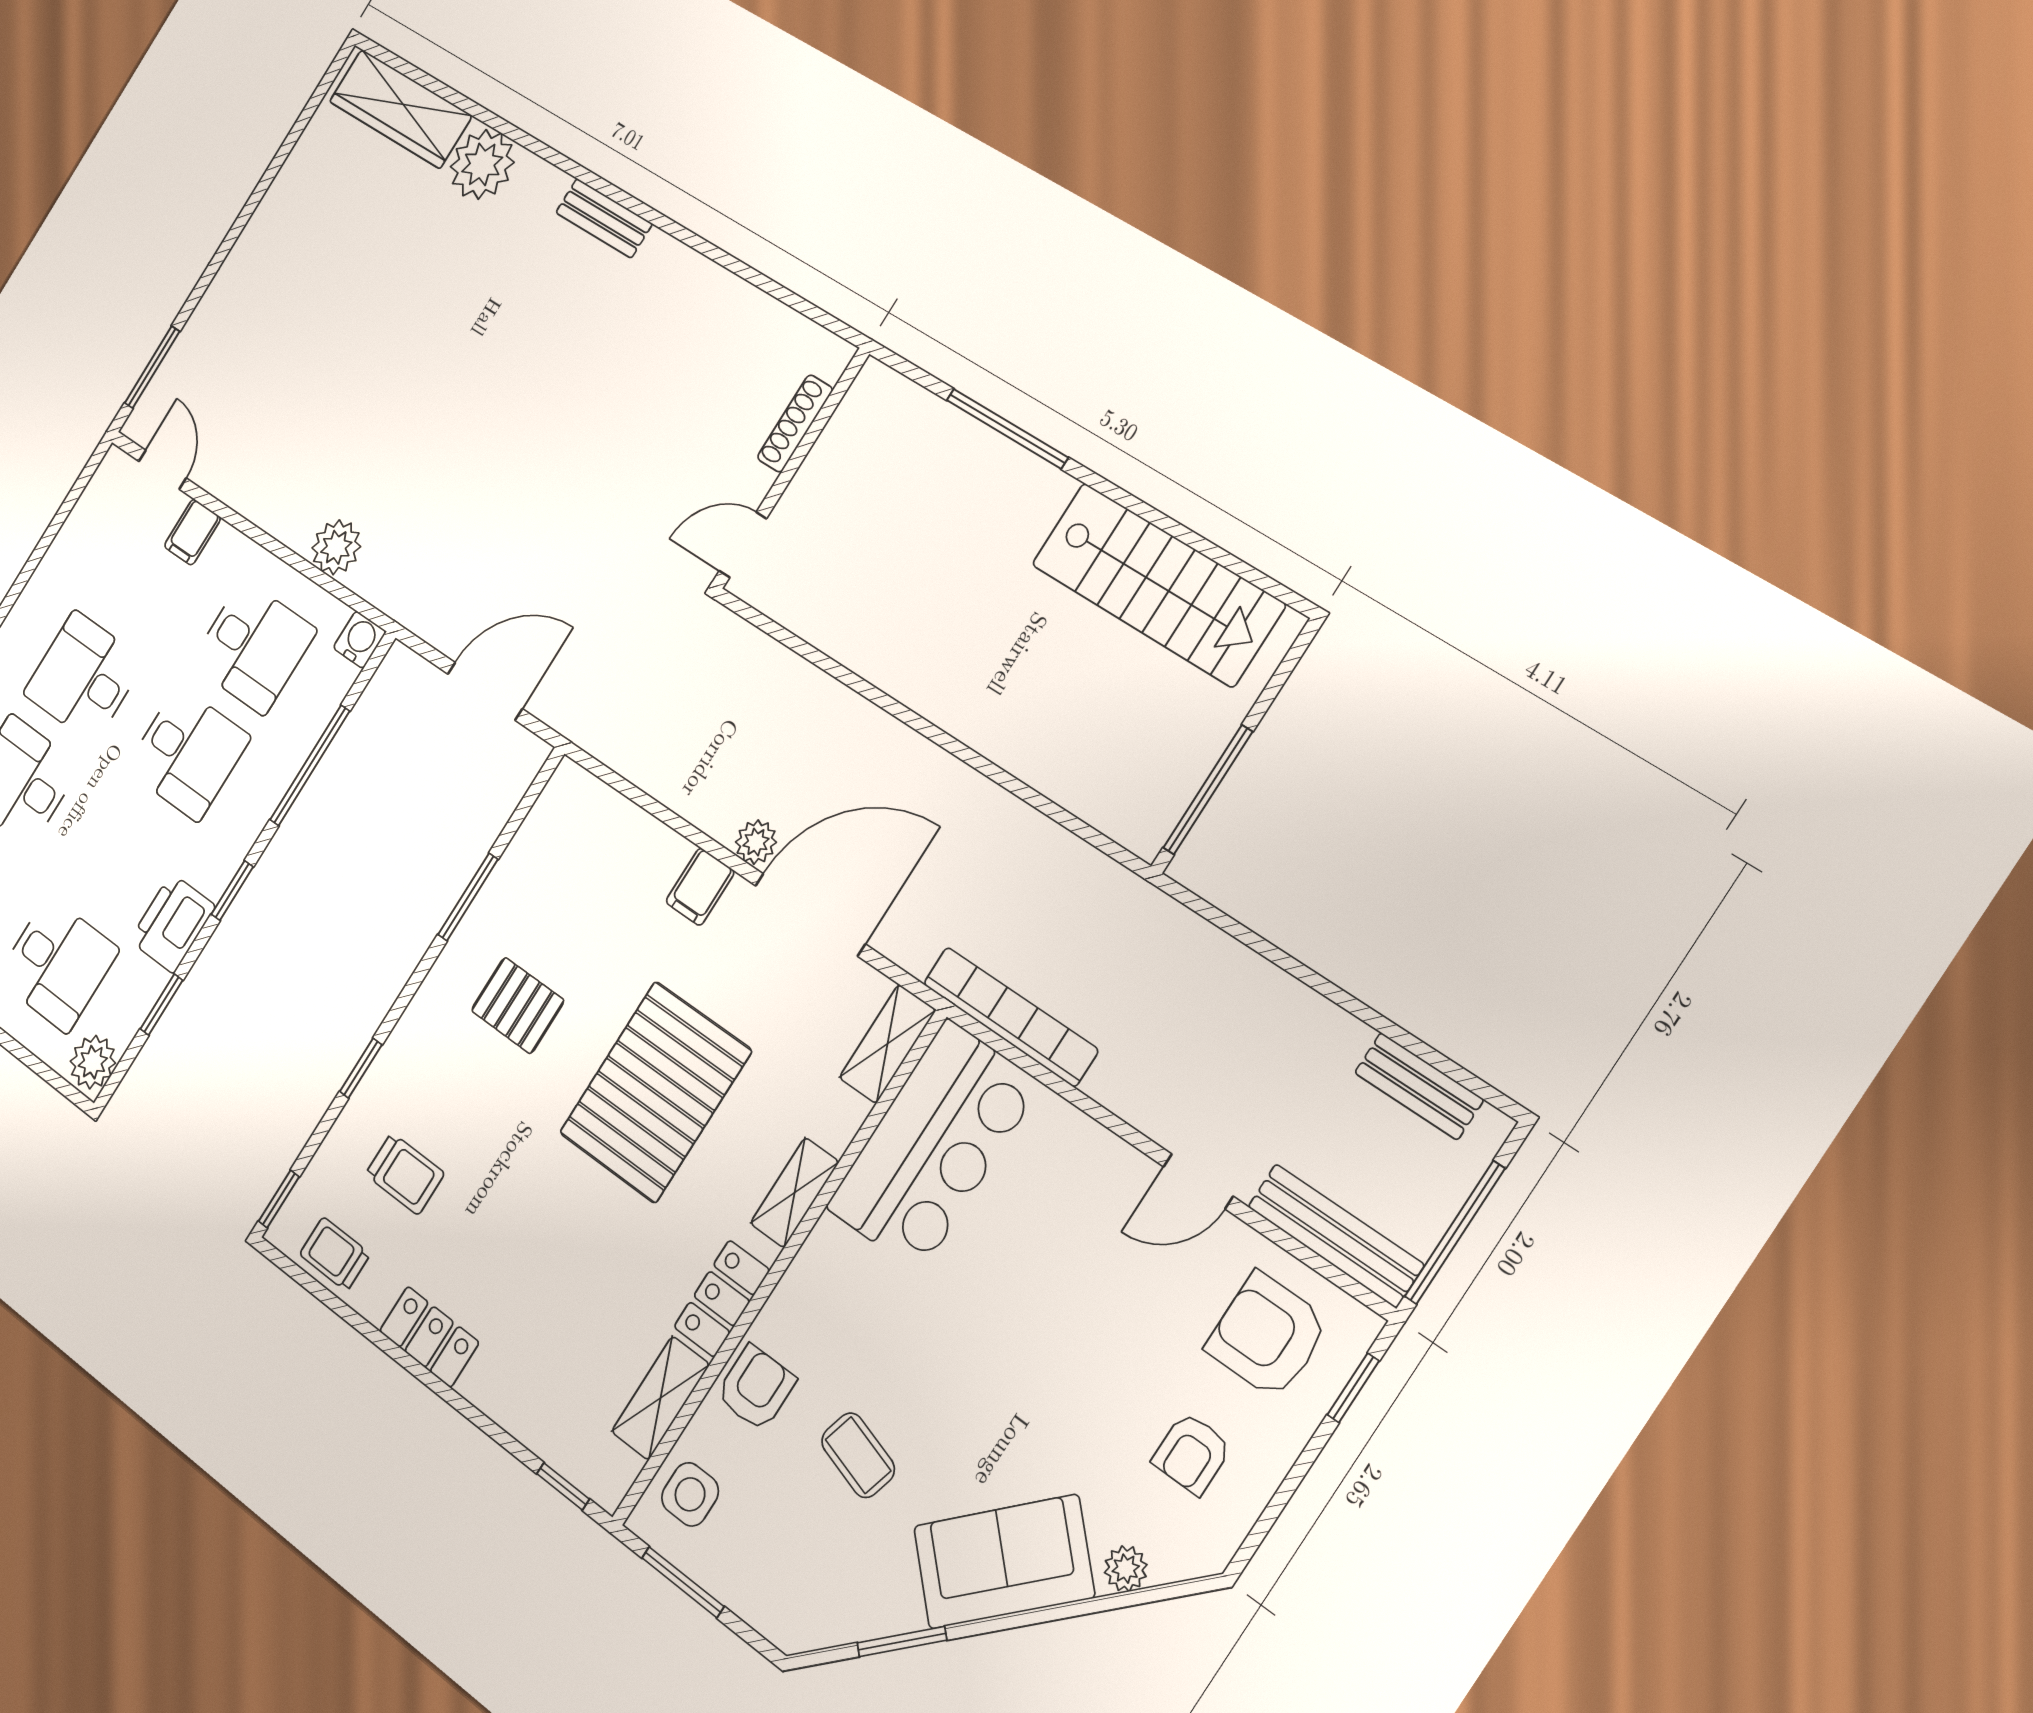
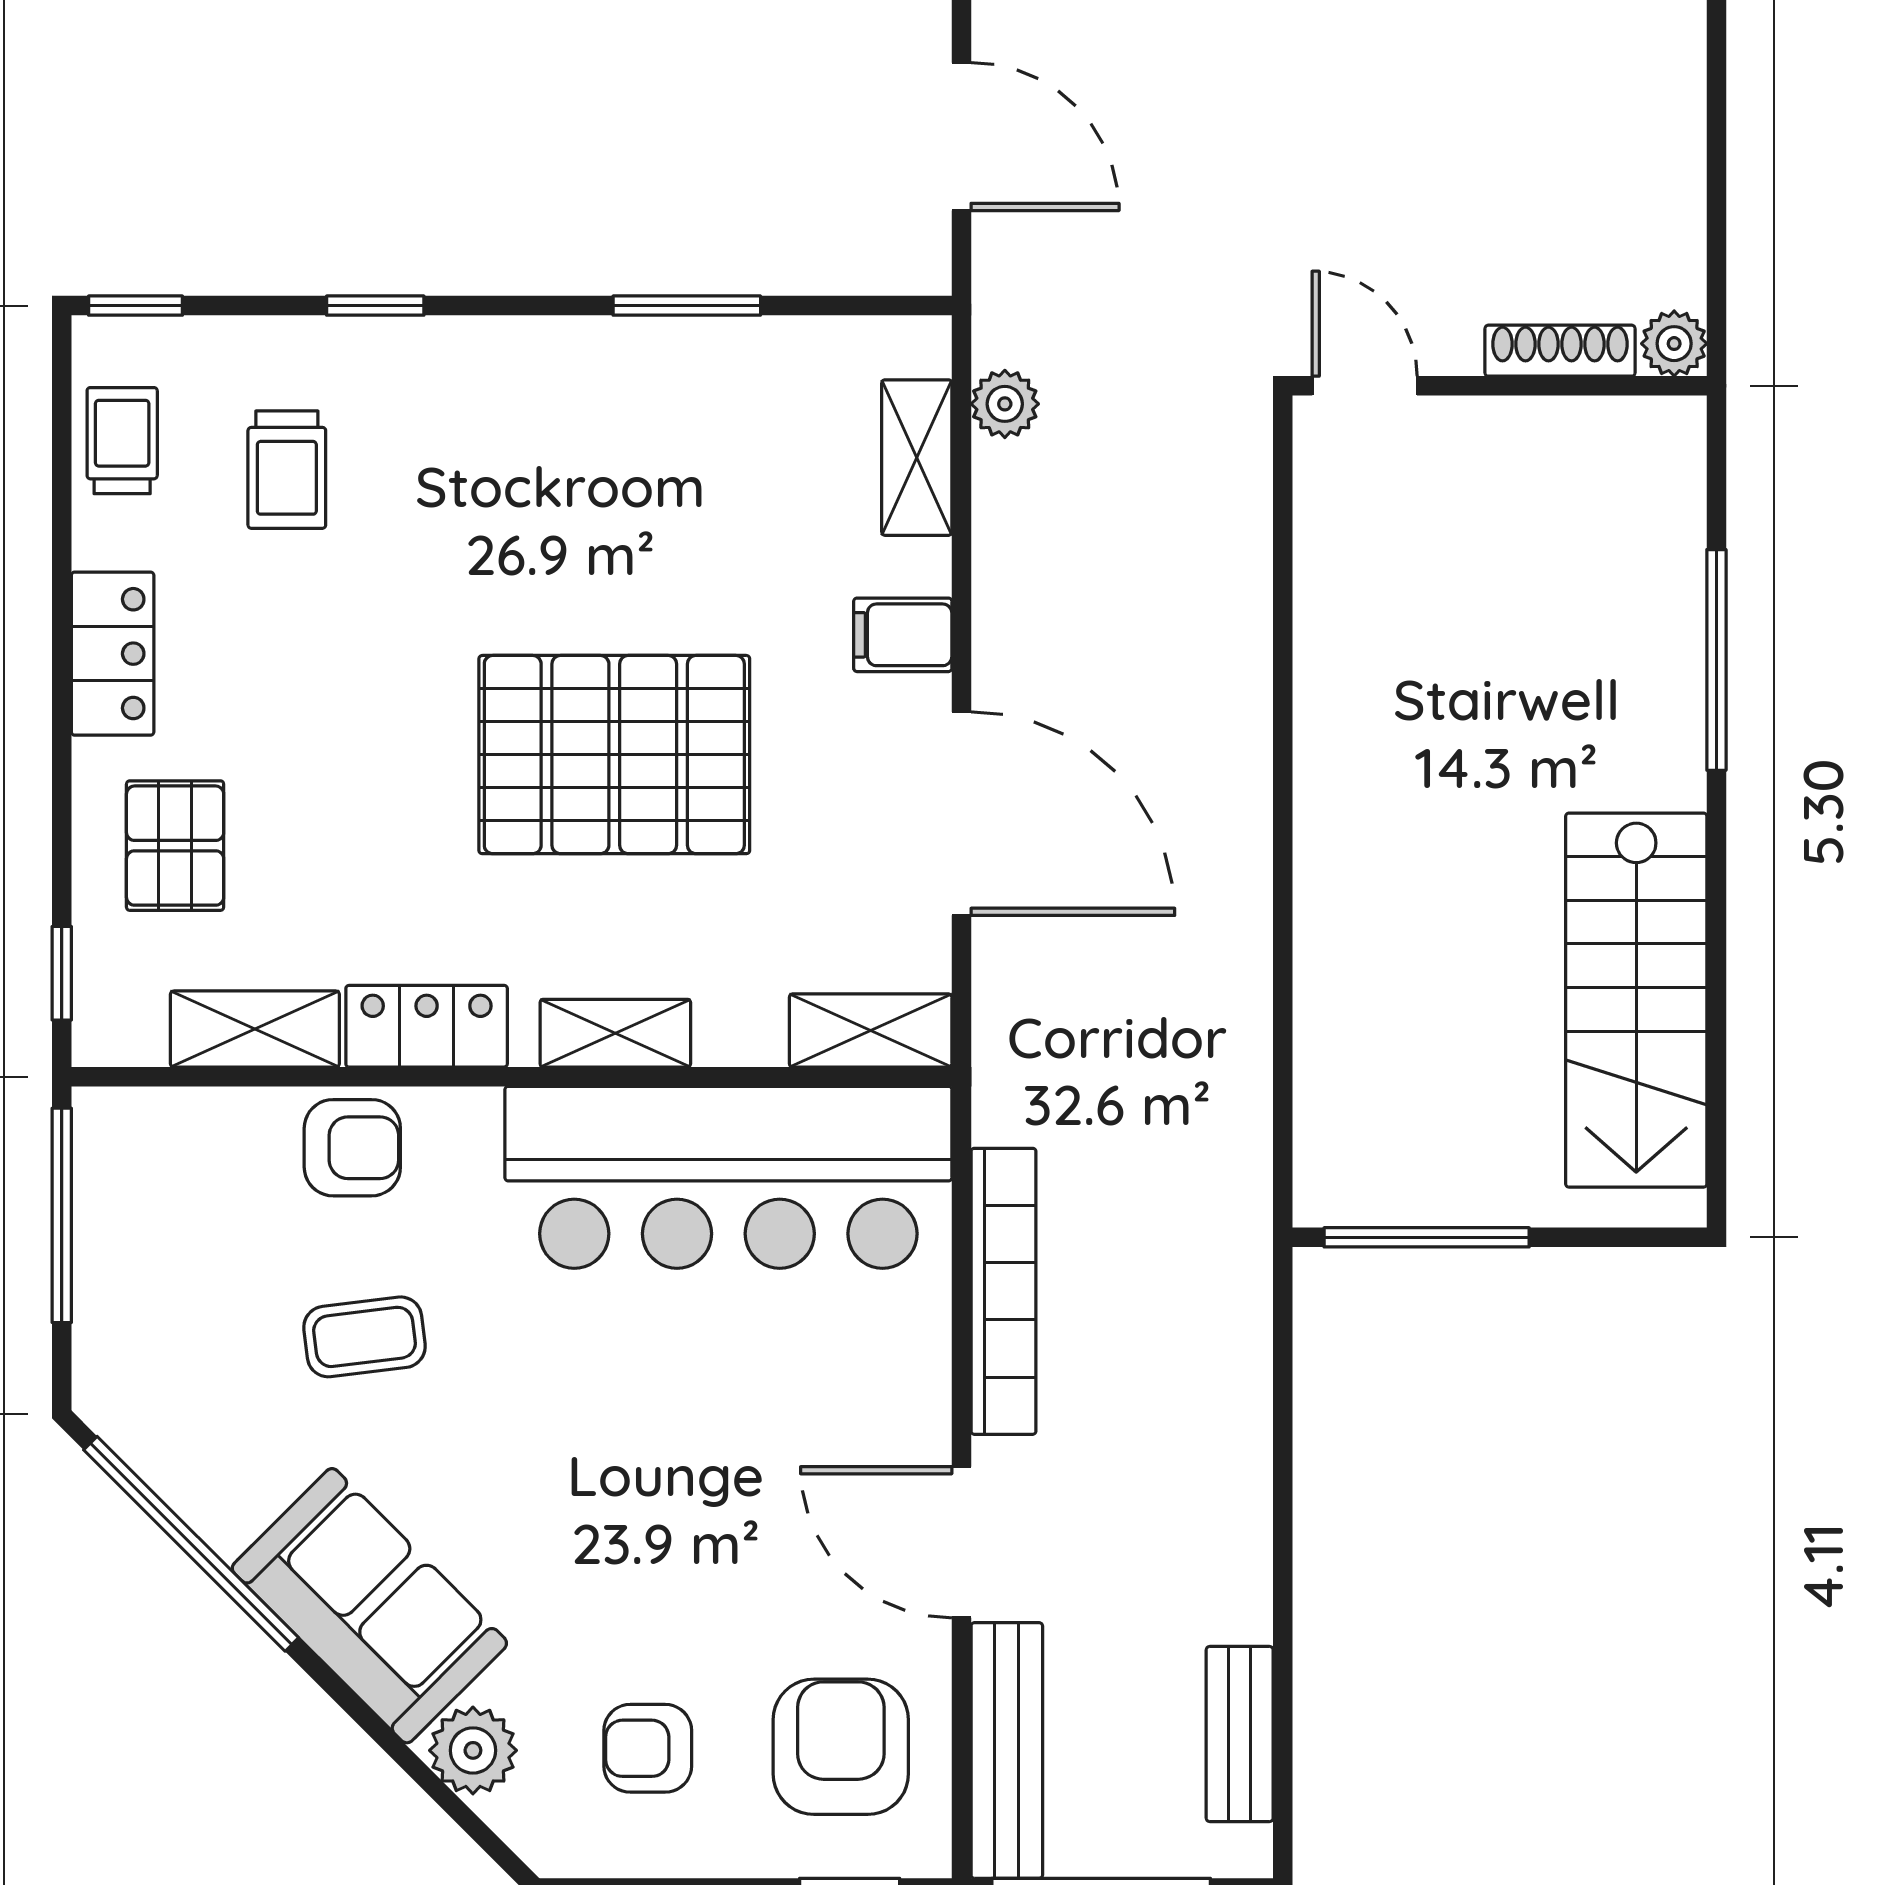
plant: (832, 357) -> (1674, 344), added
shelving: (619, 819) -> (917, 458), added
plant: (756, 842) -> (1005, 404), moved
pallet: (518, 1005) -> (175, 846), moved
bookcase: (1010, 1017) -> (1003, 1291), moved
bar counter: (933, 1146) -> (728, 1177), width x1.36
door: (1198, 1181) -> (961, 1542), width x1.38
coffee table: (858, 1455) -> (364, 1337), turned 67
side table: (690, 1494) -> (170, 1151), removed
plant: (1126, 1569) -> (473, 1750), width x1.38, depth x1.38
window: (683, 1582) -> (62, 1215), width x1.44
window: (902, 1642) -> (191, 1544), width x2.11

